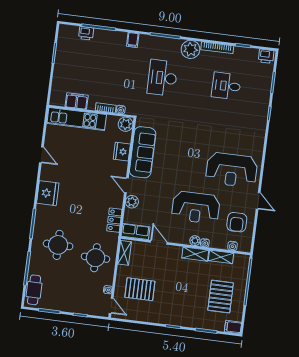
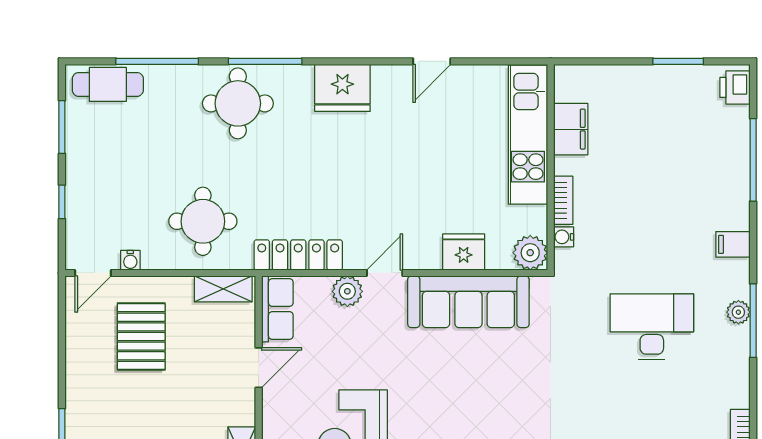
printer: (86, 33) -> (735, 87), moved
plant: (190, 49) -> (738, 312), moved, width x0.53, depth x0.53
locker: (114, 220) -> (298, 255), width x1.53
round table: (58, 245) -> (238, 103), moved

